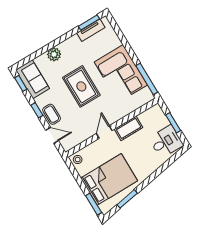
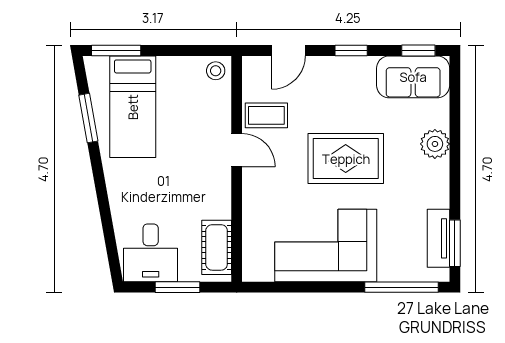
window: (147, 79) -> (401, 287), moved
coffee table: (52, 114) -> (266, 115), moved
cot: (129, 128) -> (217, 247), moved
bed: (109, 179) -> (133, 107), width x0.67

